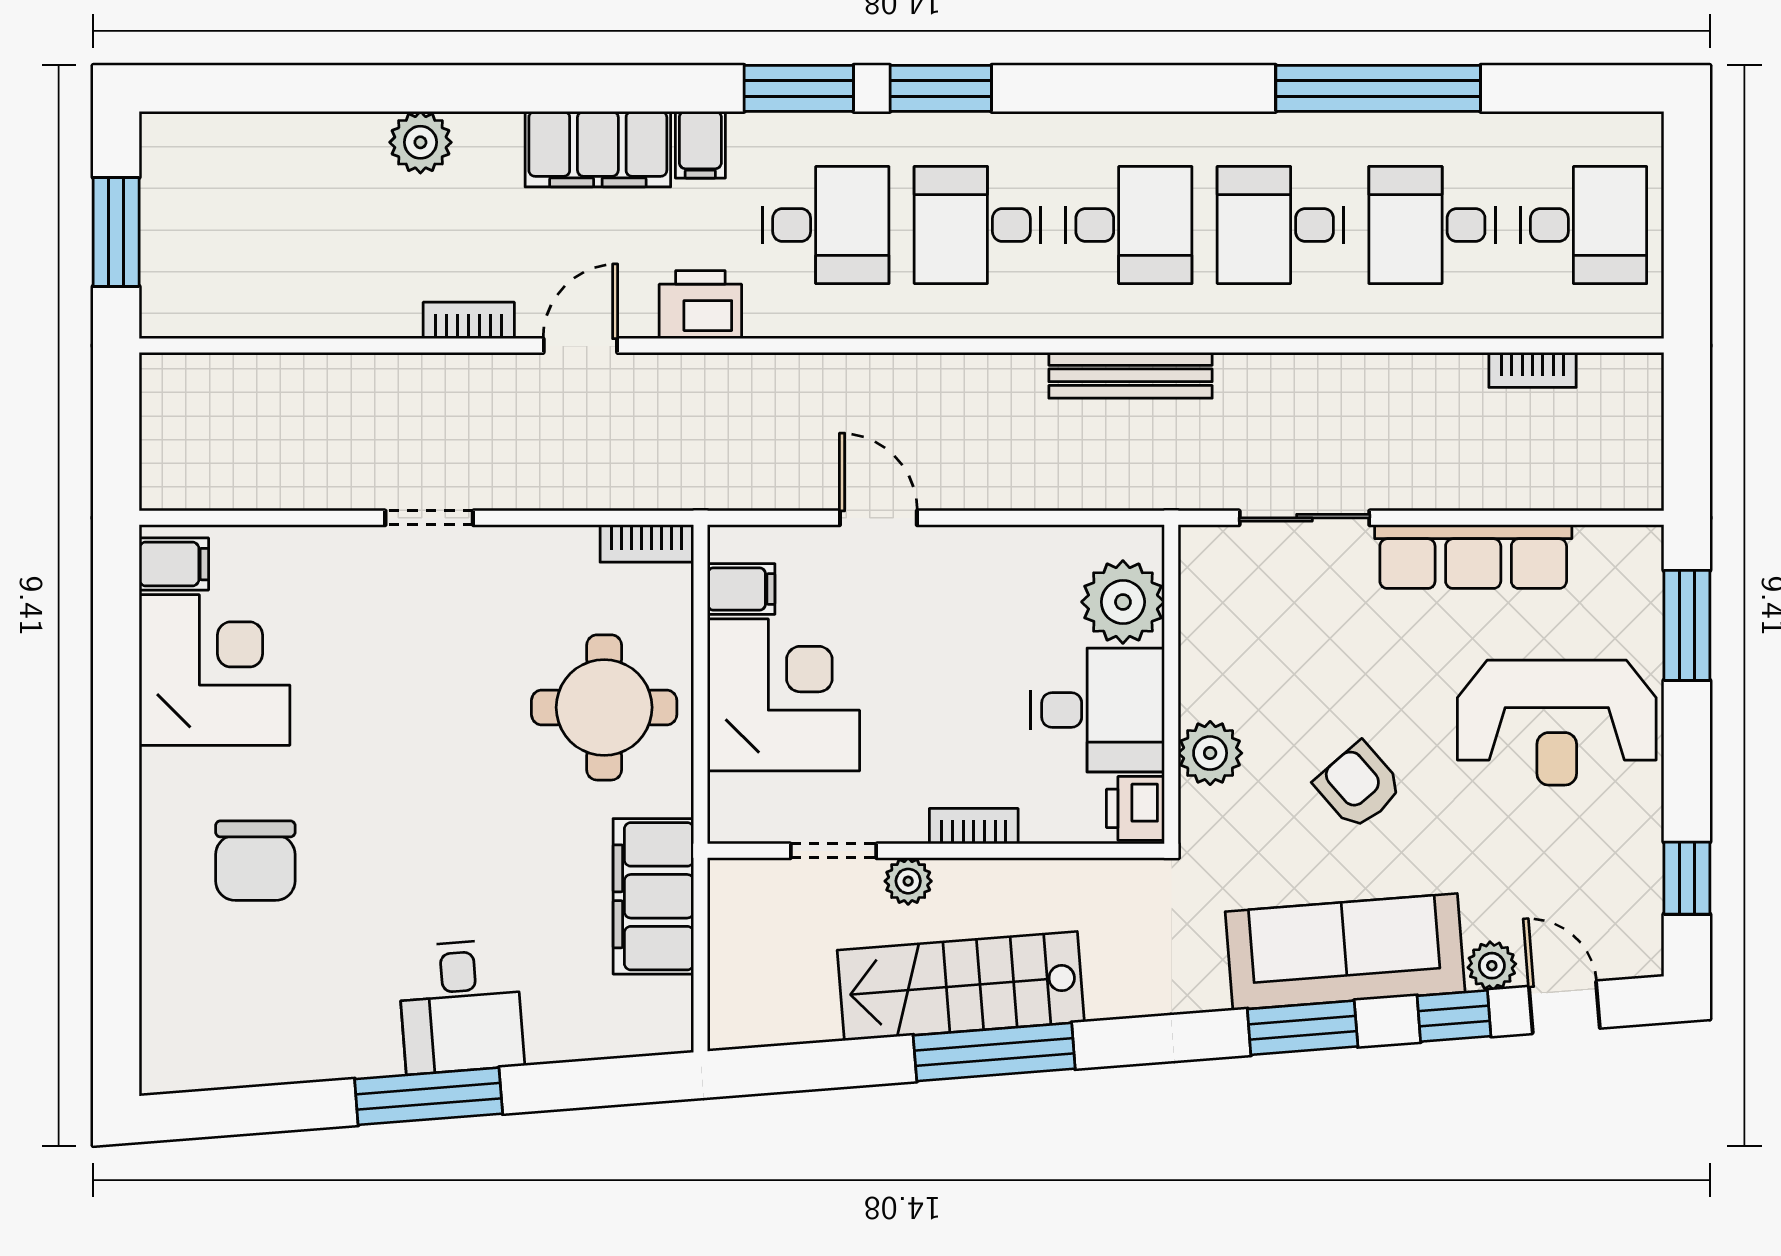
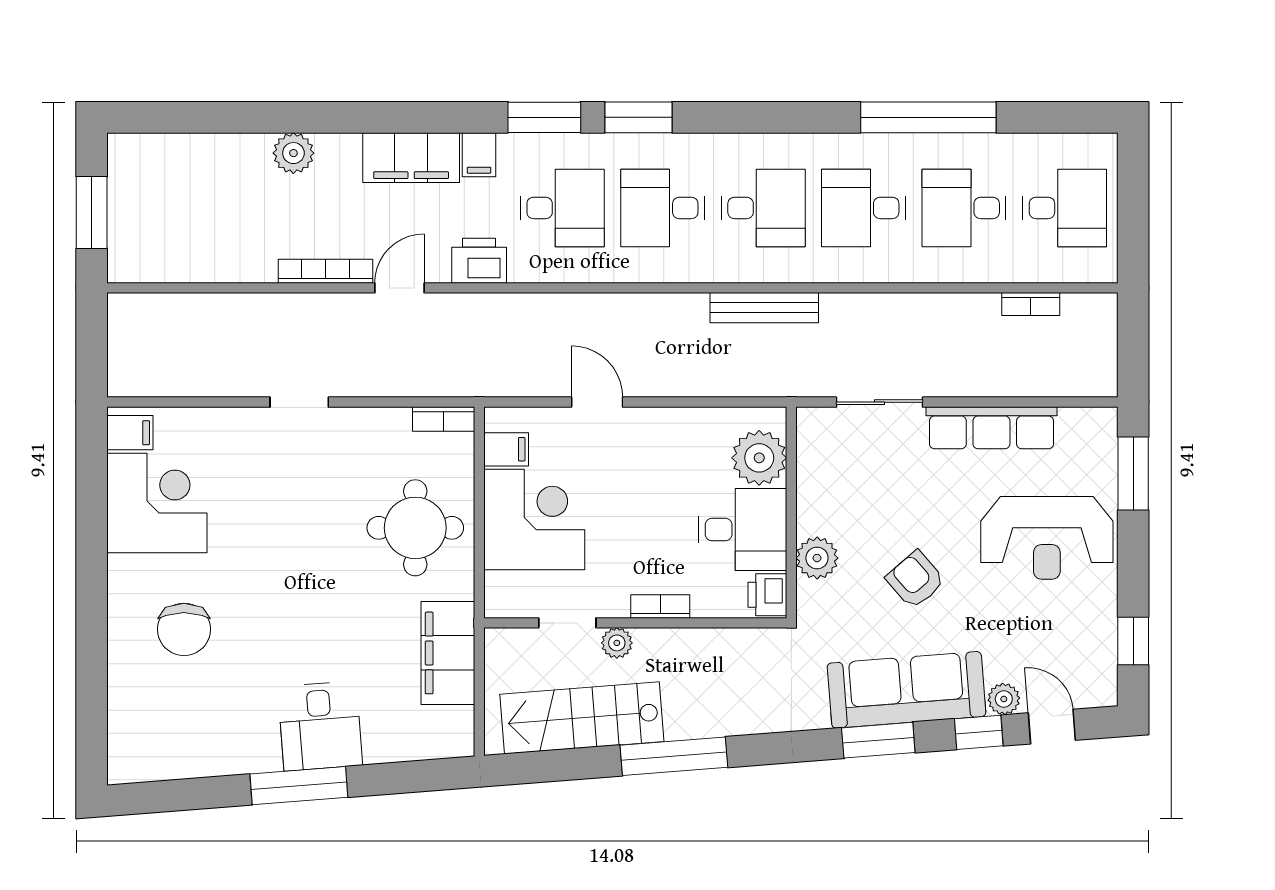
bookcase: (469, 320) -> (326, 271), width x1.56
stairs: (961, 986) -> (582, 718), moved

